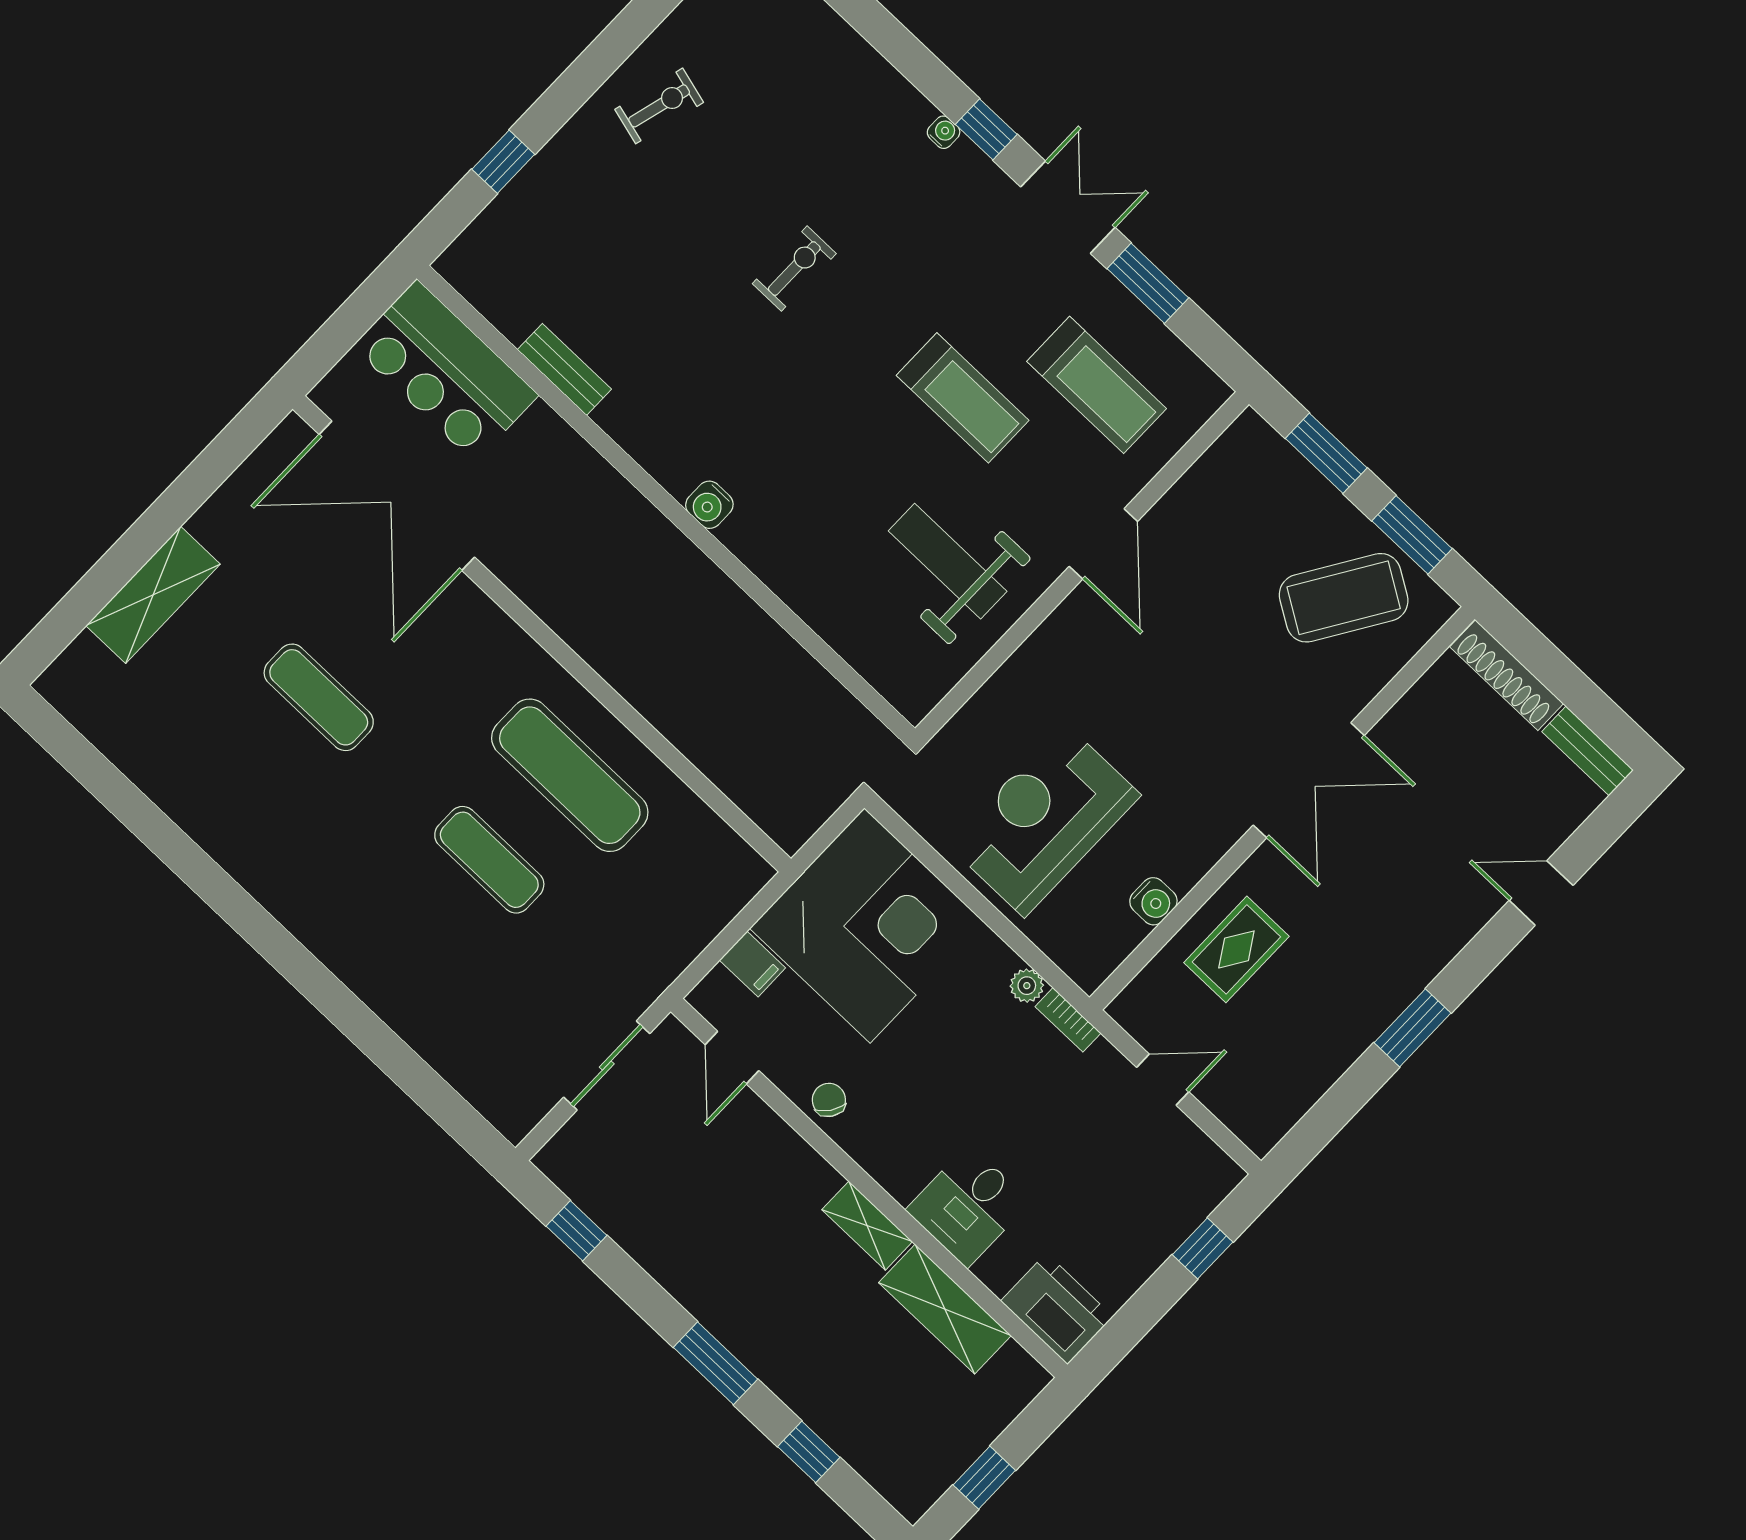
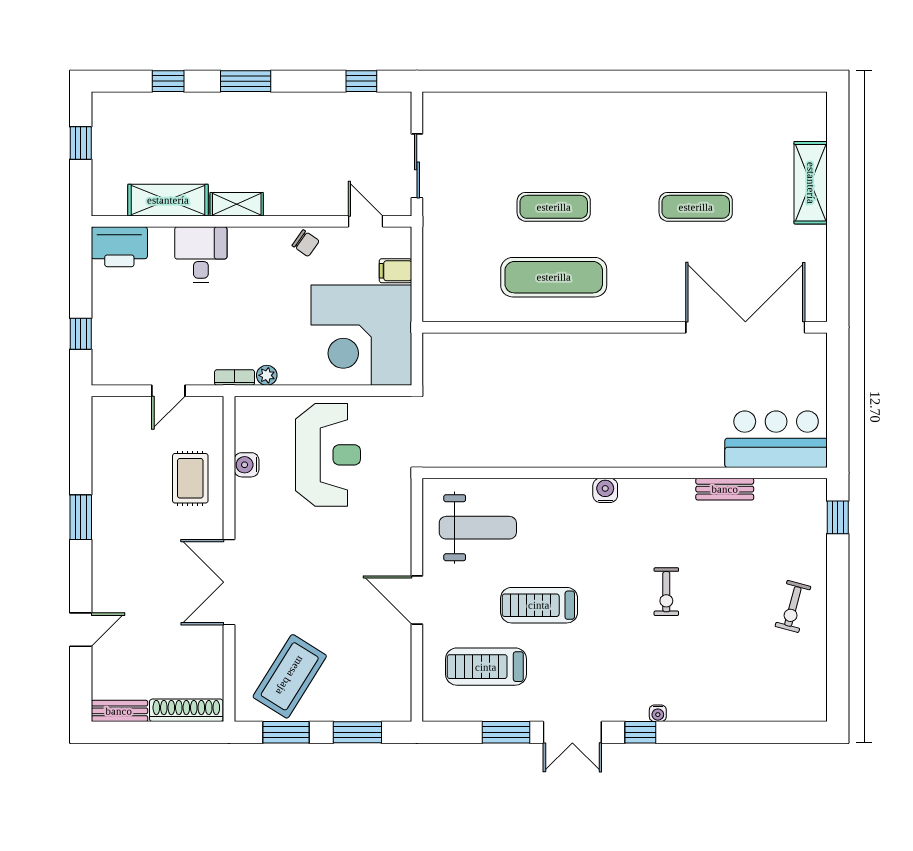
bench: (564, 369) -> (725, 489), moved
bar counter: (446, 371) -> (776, 439), moved
wall: (666, 503) -> (625, 473), moved
water cooler: (709, 505) -> (605, 490), moved

